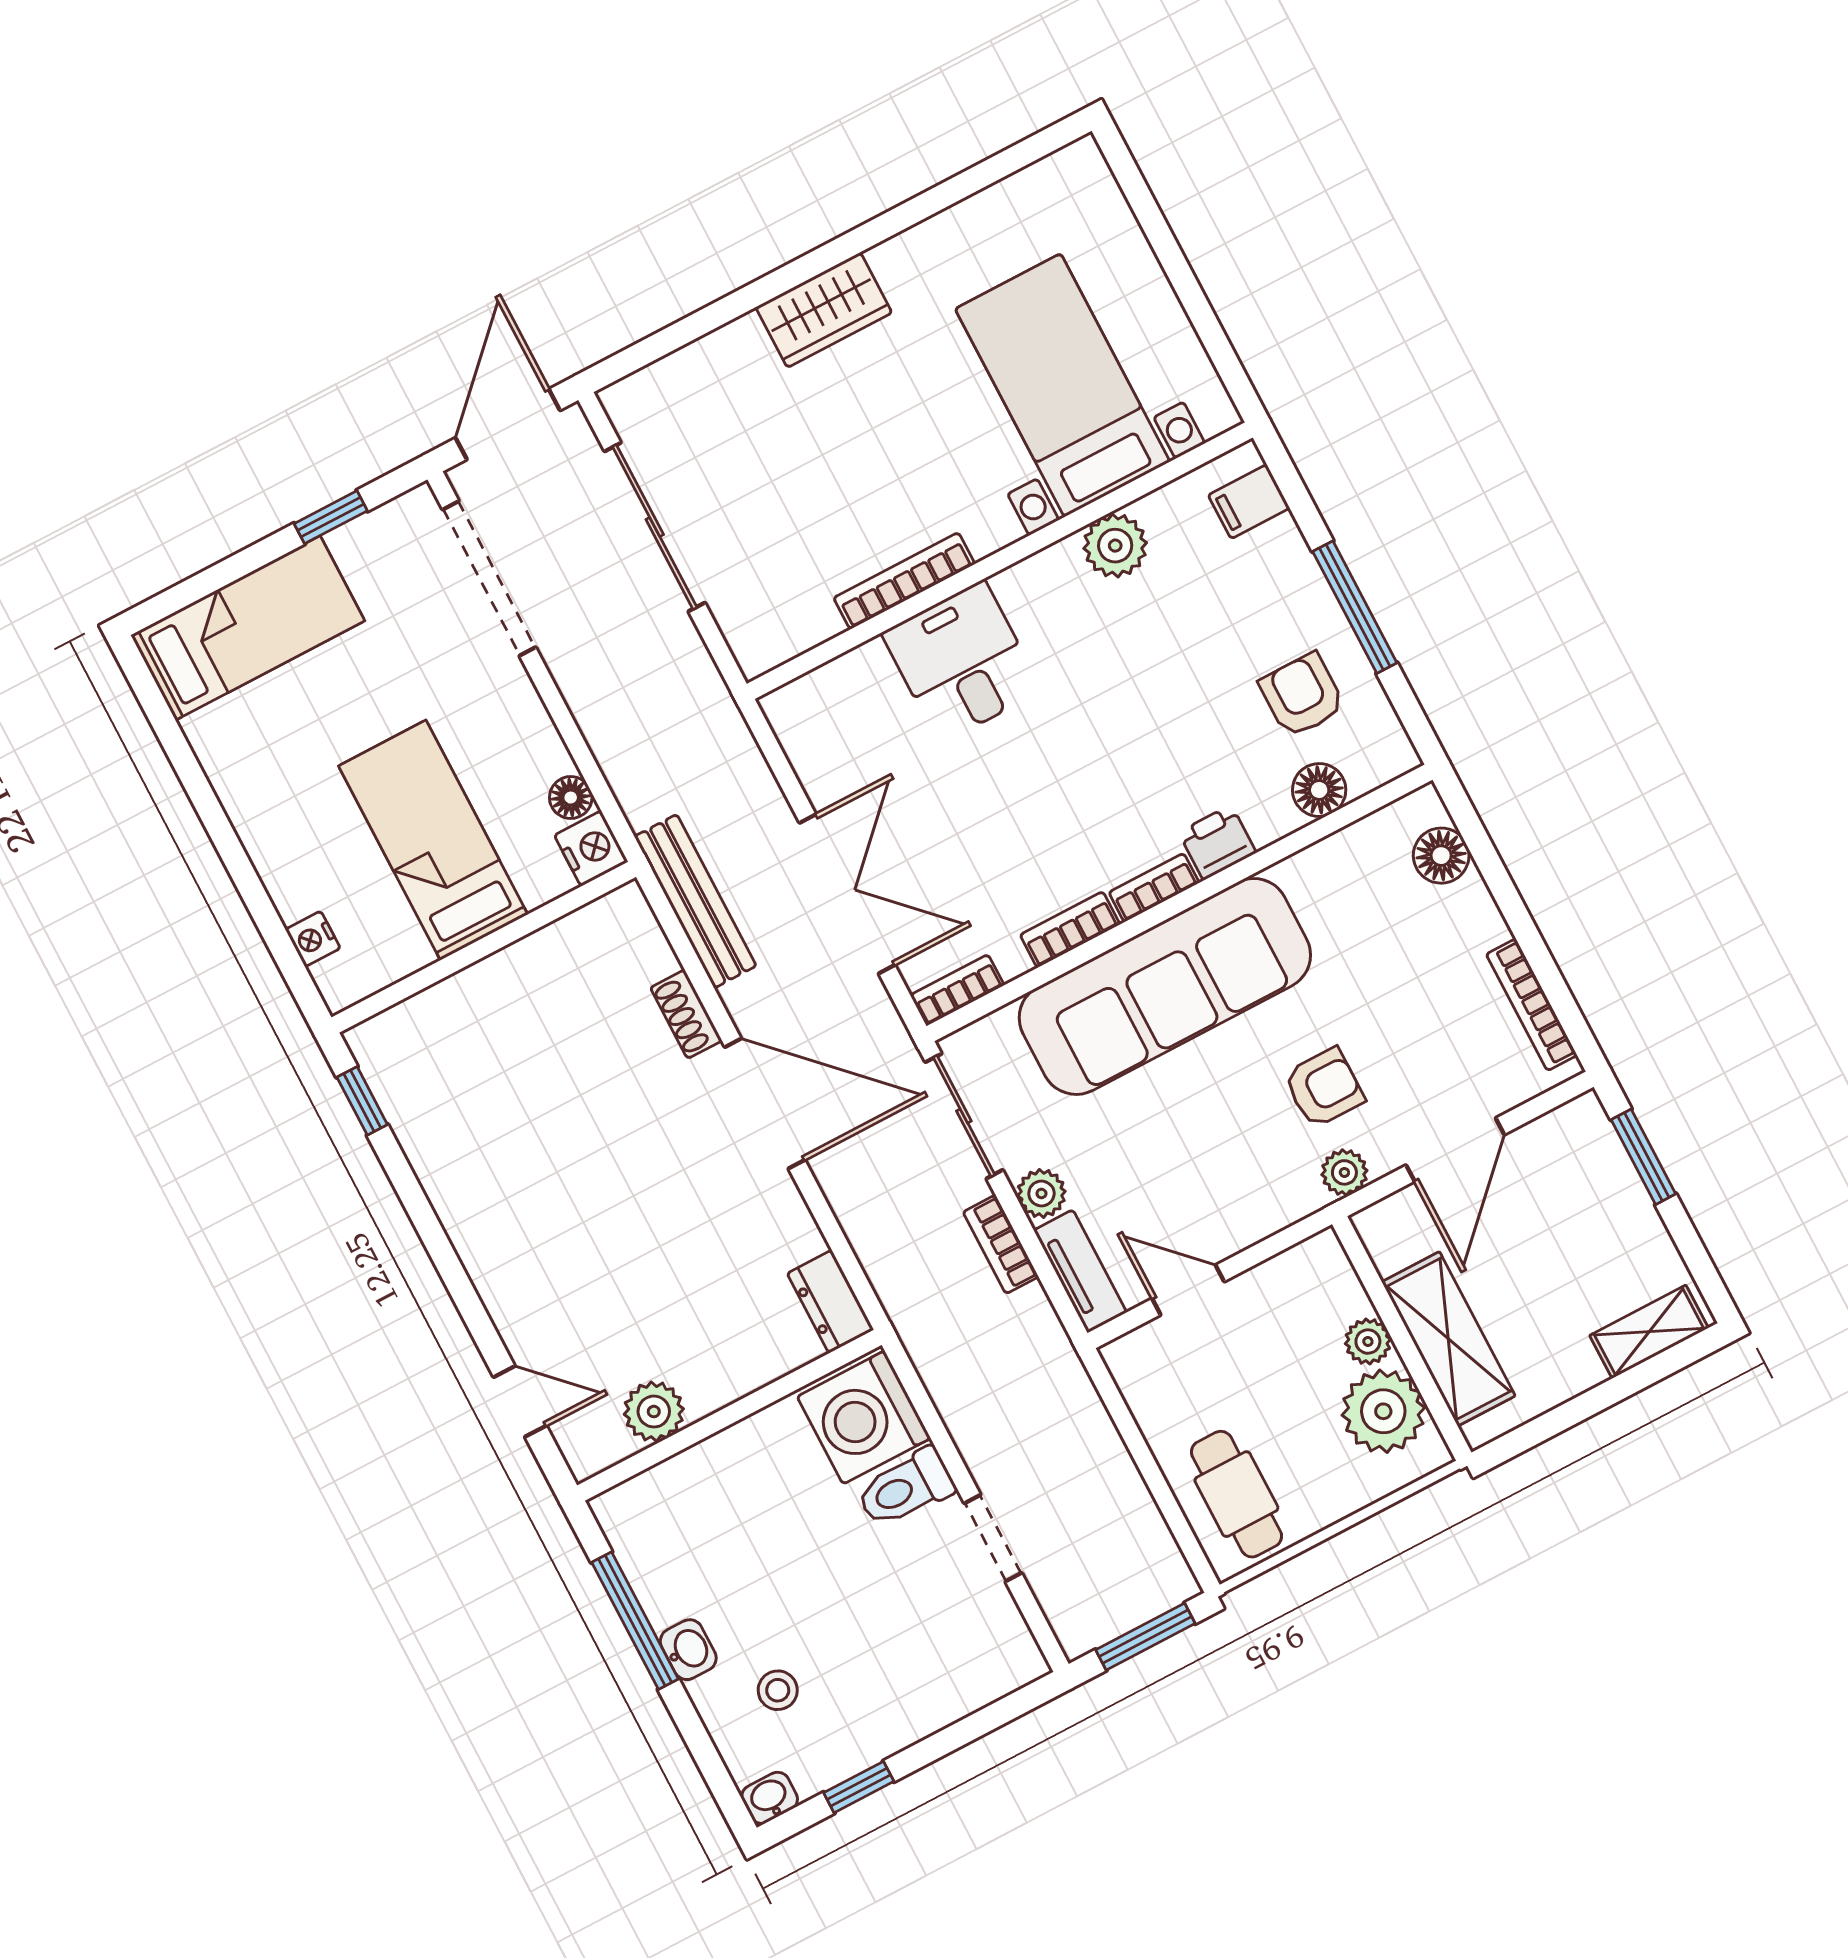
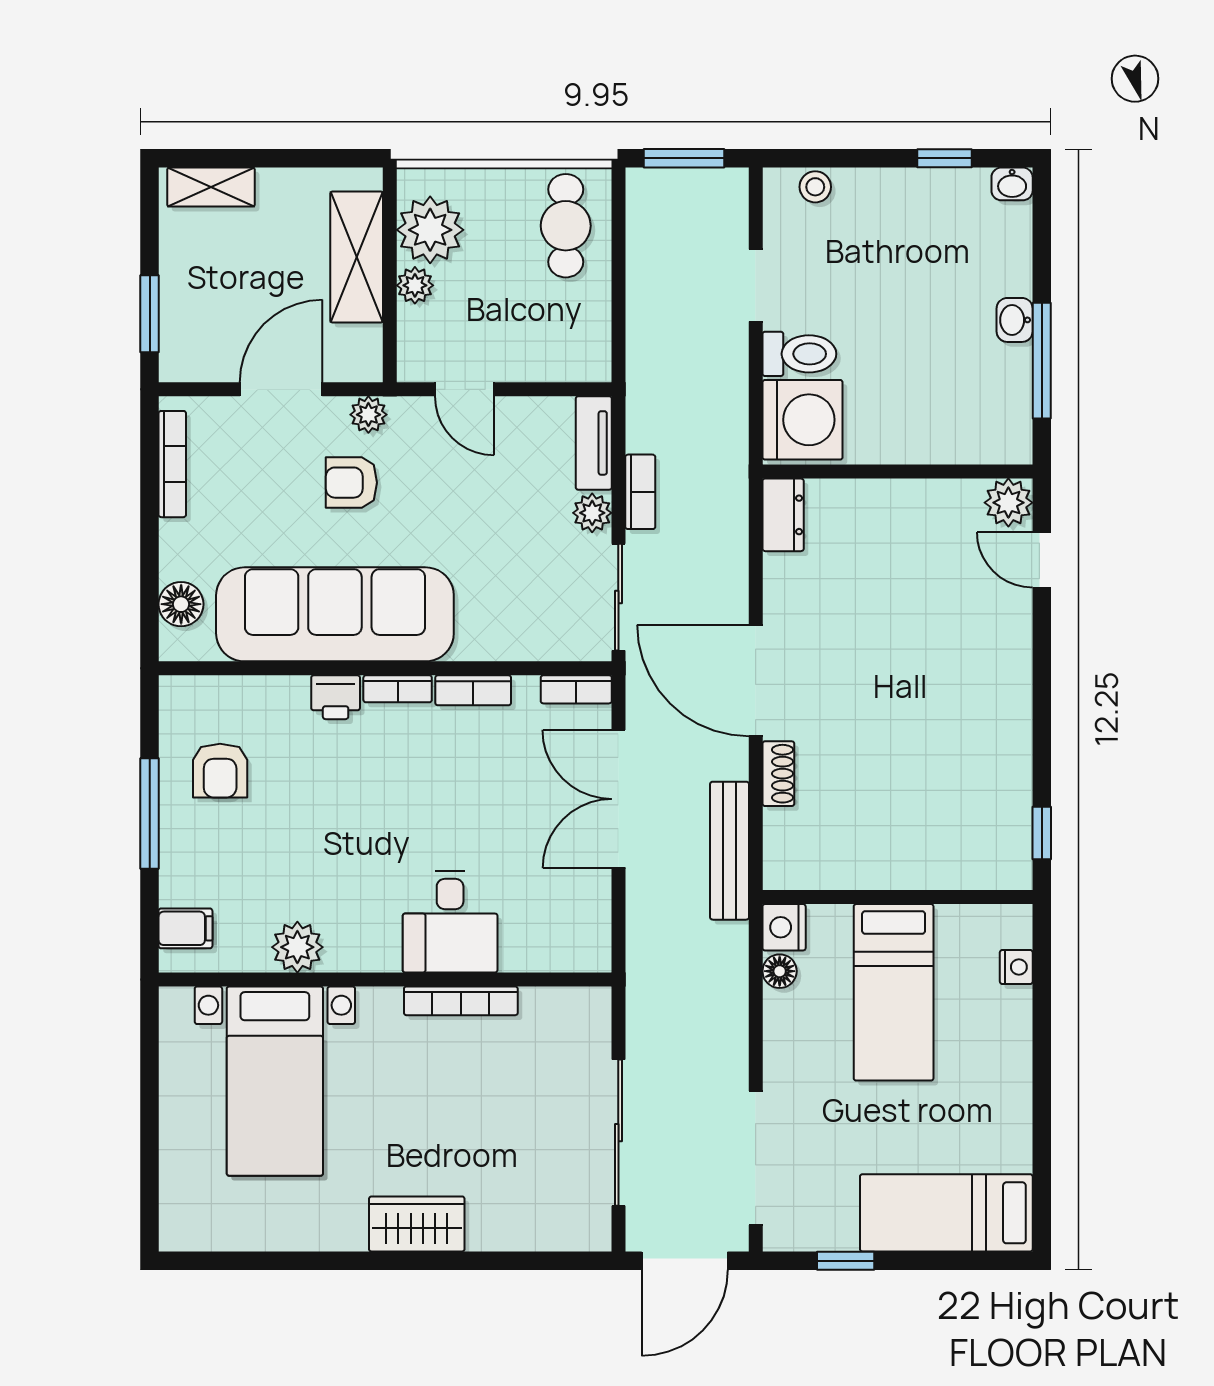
floor lamp: (1319, 790) -> (243, 697), removed
sofa: (1165, 986) -> (335, 614), moved
door: (1188, 1290) -> (464, 389), moved
plant: (654, 1412) -> (1008, 503), moved
stool: (778, 1690) -> (815, 187), moved

